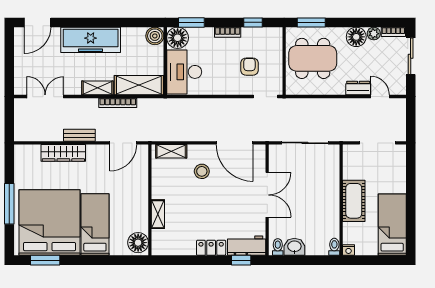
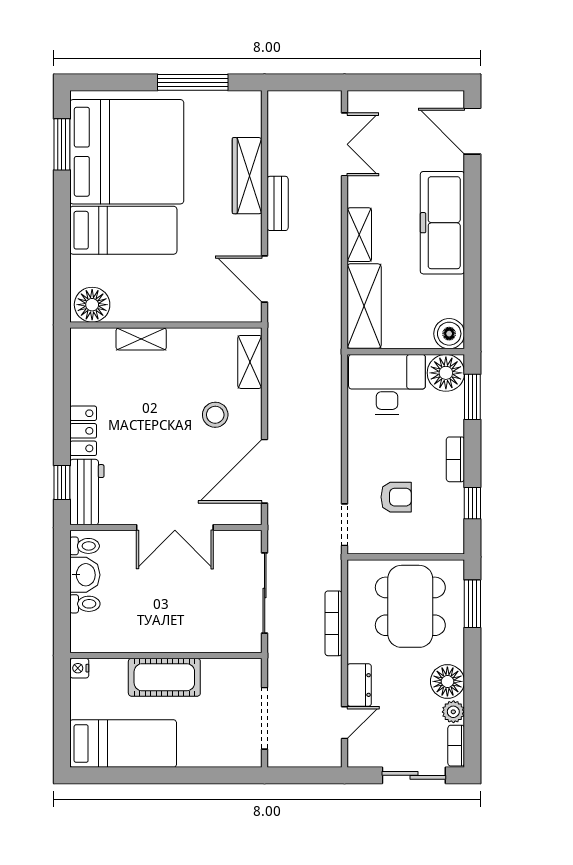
bookcase: (118, 103) -> (333, 623), moved
window: (9, 204) -> (193, 82), moved
toilet: (334, 247) -> (85, 604), moved

